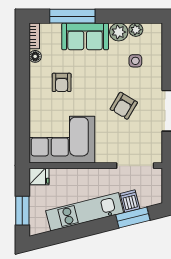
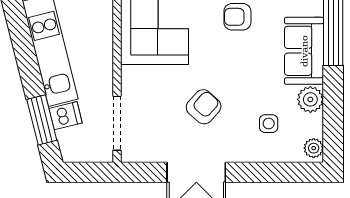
plant: (136, 30) -> (314, 148), moved
armchair: (124, 106) -> (204, 107), turned 101

